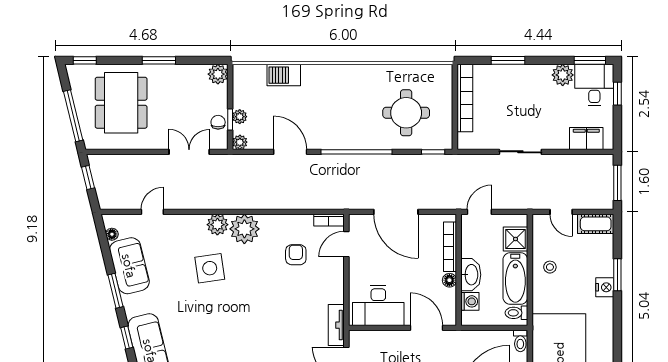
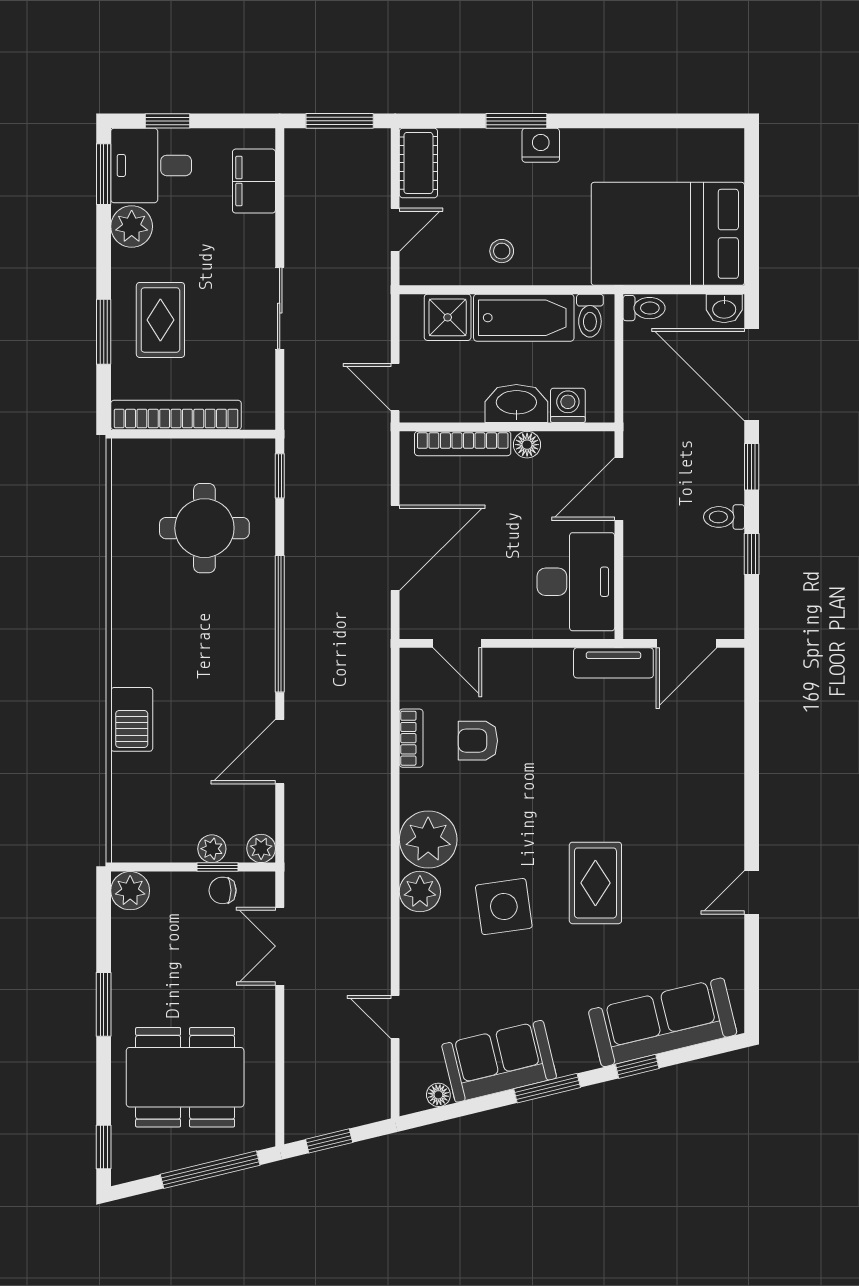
barbecue: (284, 75) -> (132, 719), moved
rug: (514, 90) -> (160, 320), added
bookcase: (329, 220) -> (411, 738), moved
rug: (222, 316) -> (595, 883), added

